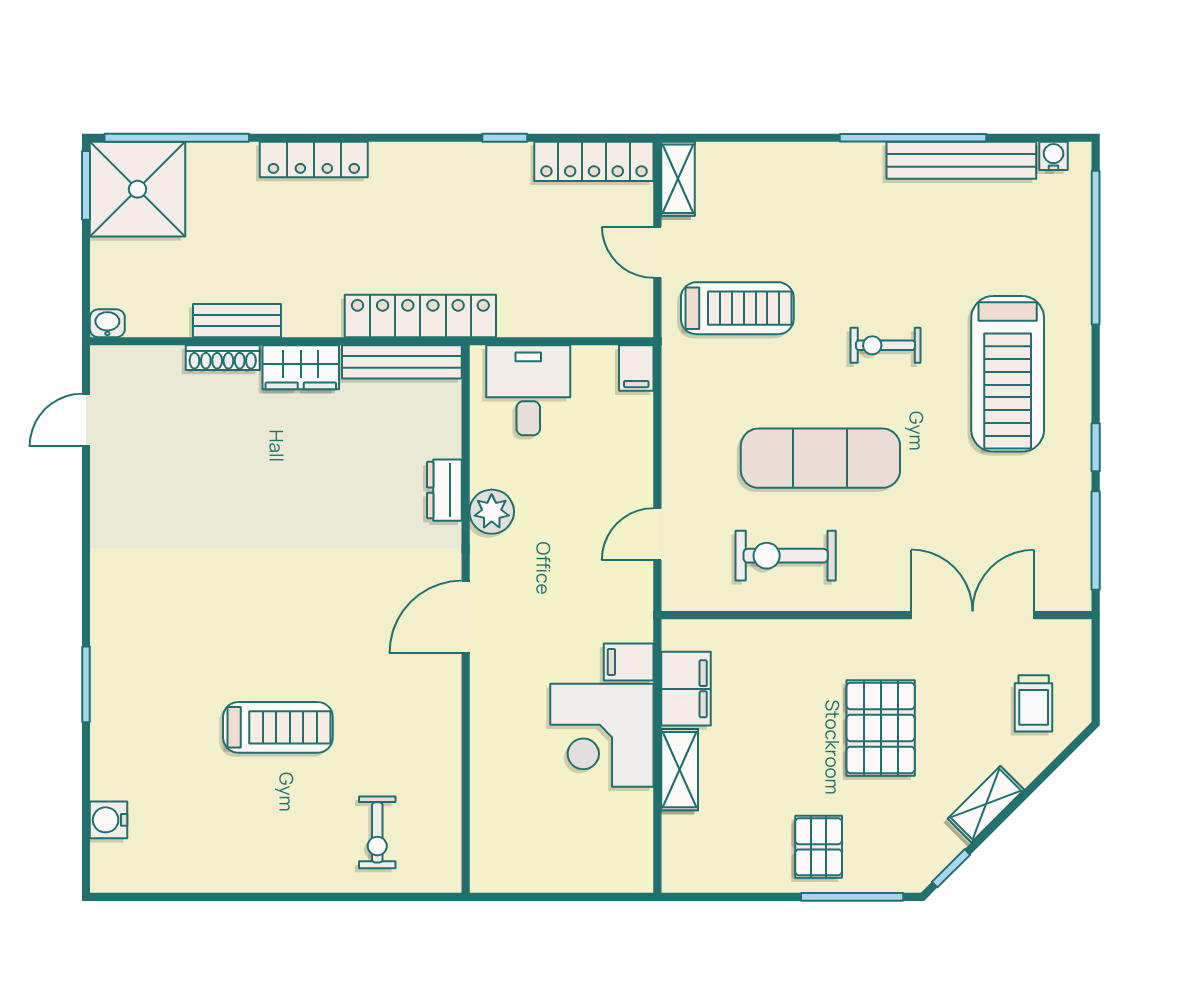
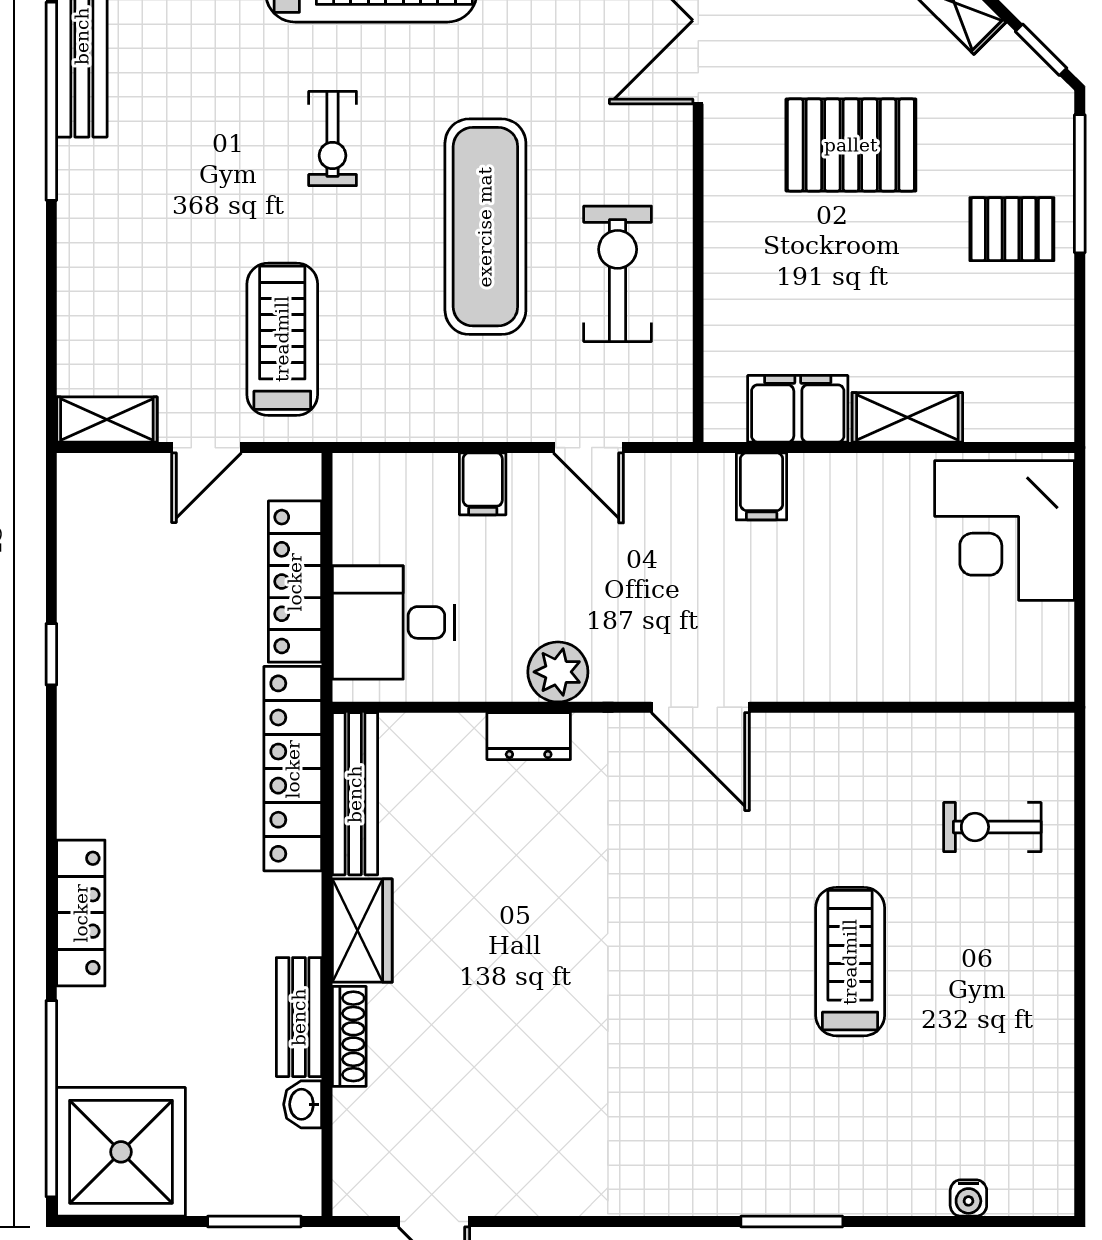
locker: (594, 161) -> (295, 582), moved, turned 180
window: (86, 185) -> (254, 1222), moved
washbasin: (107, 323) -> (303, 1104), moved
filing cabinet: (636, 368) -> (483, 484), moved, turned 90
exercise bike: (786, 556) -> (618, 274), turned 180
corner desk: (602, 735) -> (1005, 530), moved, turned 90
water cooler: (109, 820) -> (968, 1198), width x0.72, depth x0.72
exercise bike: (377, 832) -> (992, 827), turned 180

